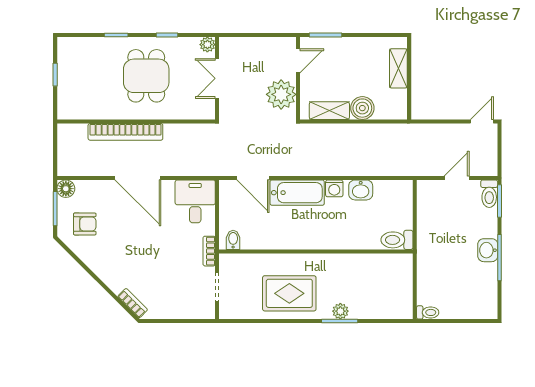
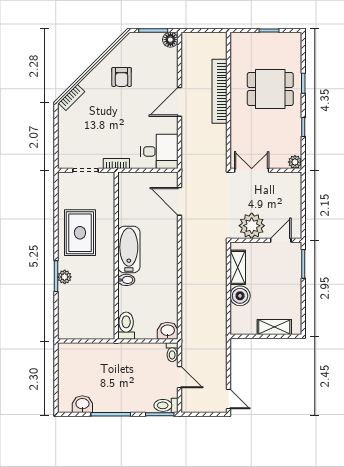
door: (298, 61) -> (281, 240), swing flipped
dining table: (146, 76) -> (270, 89), moved
double door: (217, 78) -> (252, 170), moved
door: (138, 178) -> (180, 102), width x0.73
door: (253, 178) -> (180, 201), hinge flipped
washing machine: (334, 188) -> (171, 272), removed
washbasin: (361, 190) -> (168, 331), moved, turned 90
bathtub: (297, 193) -> (129, 249), moved, turned 180
armchair: (85, 224) -> (122, 77), moved
bidet: (233, 240) -> (126, 280), moved
washbasin: (488, 250) -> (82, 404), moved
toilet: (428, 312) -> (172, 352), moved

